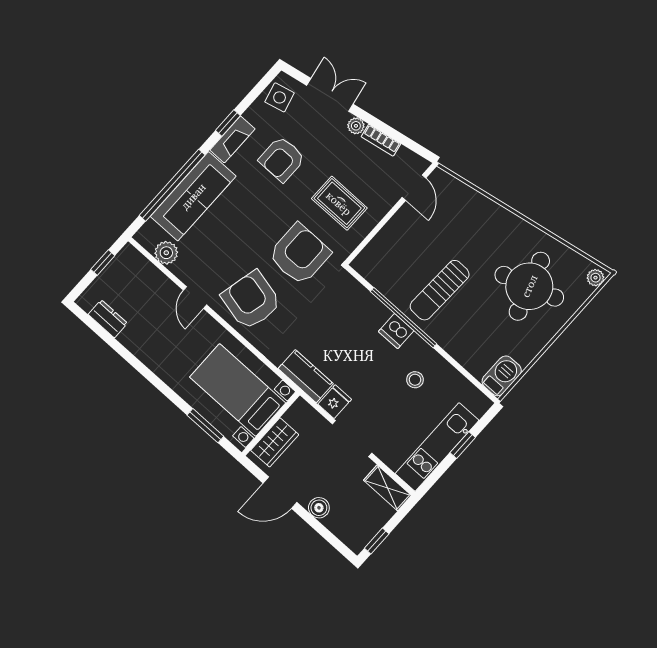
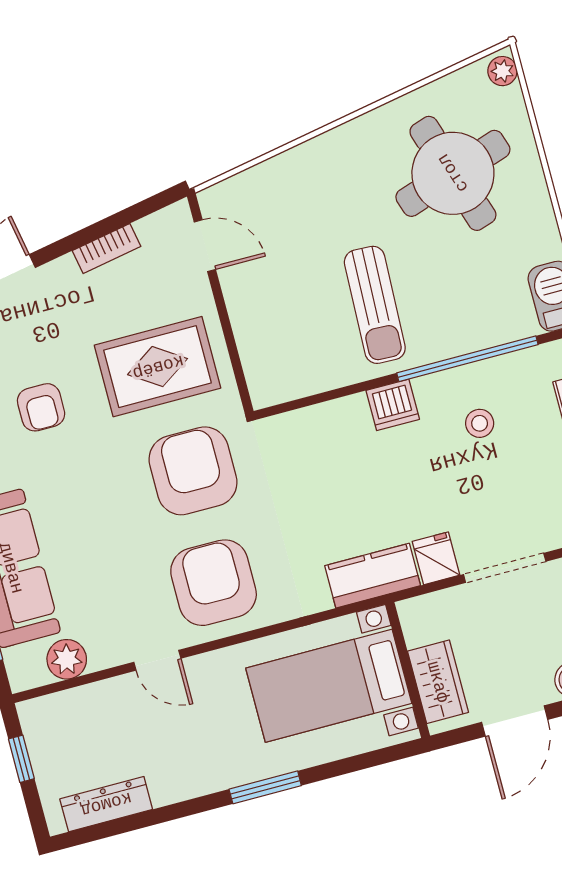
plant: (356, 126) -> (63, 271), removed
armchair: (282, 159) -> (41, 407), width x0.72, depth x0.72
rug: (339, 203) -> (158, 367), width x1.36, depth x1.43
armchair: (251, 300) -> (214, 583), turned 77
window: (403, 318) -> (467, 359), moved
dresser: (108, 319) -> (106, 804), width x1.44
window: (205, 426) -> (265, 787), moved

